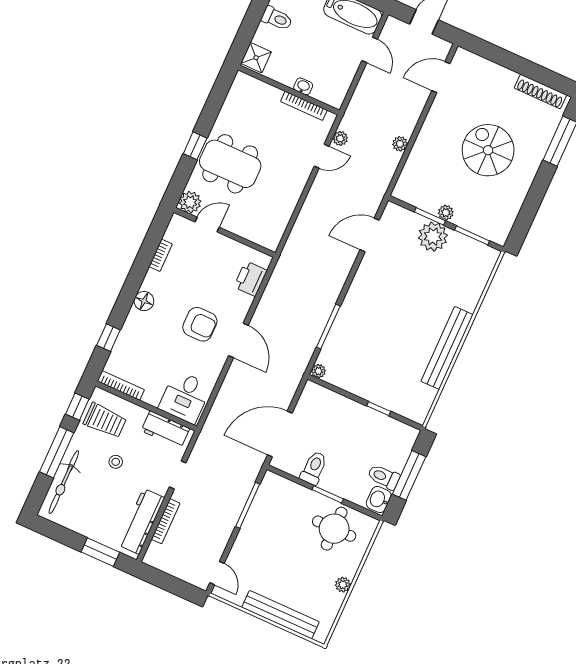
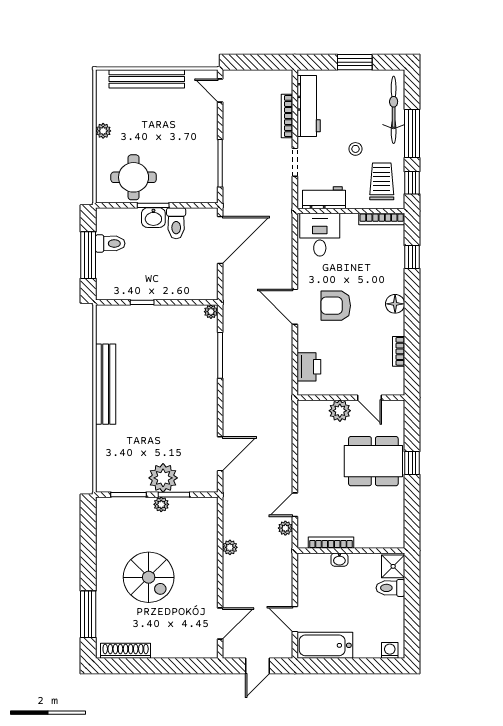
toilet: (277, 18) -> (390, 588), moved
plant: (190, 202) -> (340, 411), moved
door: (207, 225) -> (369, 398), hinge flipped
trolley: (105, 421) -> (382, 181), turned 90
washbasin: (379, 499) -> (153, 218), moved, turned 90
window: (100, 552) -> (355, 62), moved

